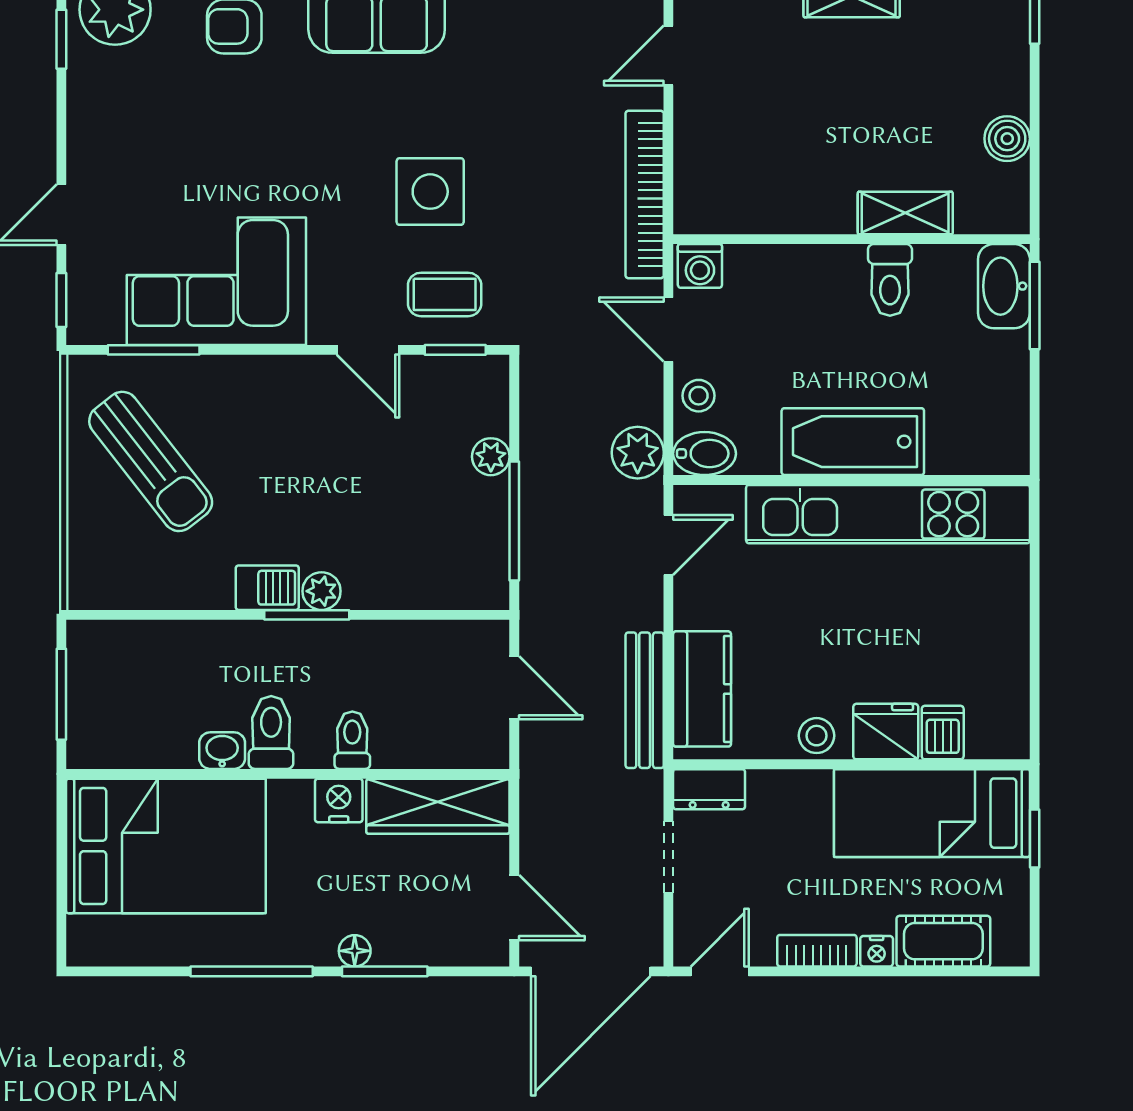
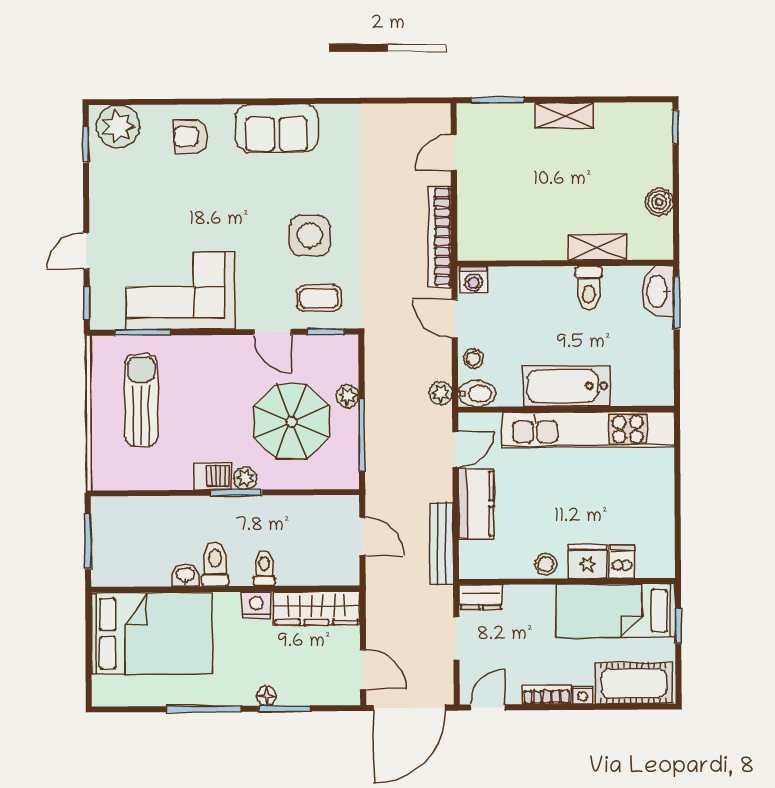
plant: (638, 453) -> (441, 393), width x0.73, depth x0.73
sun lounger: (151, 461) -> (141, 400), turned -142
parasol: (398, 498) -> (292, 422), added
kitchen counter: (702, 689) -> (476, 504), moved
cot: (943, 941) -> (634, 683), width x1.37, depth x1.34

